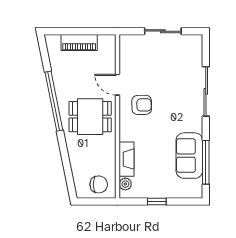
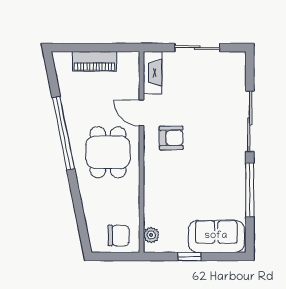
dining table: (90, 117) -> (108, 152), turned 90
sofa: (189, 156) -> (216, 236), moved, turned 90
fireplace: (126, 159) -> (152, 73), moved
window: (206, 162) -> (250, 190), moved

